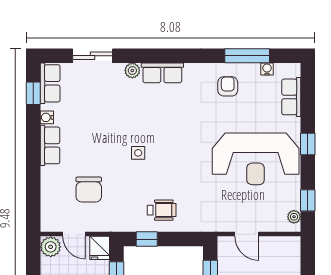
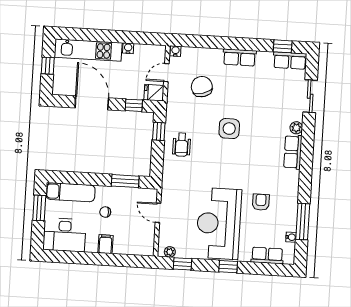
armchair: (228, 86) -> (261, 202), moved, turned -90
water cooler: (47, 117) -> (175, 51), moved
side table: (138, 153) -> (229, 129), width x1.87, depth x1.87
chair: (89, 190) -> (202, 87), turned 74
door: (247, 234) -> (158, 213), hinge flipped
plant: (51, 247) -> (157, 53), removed

